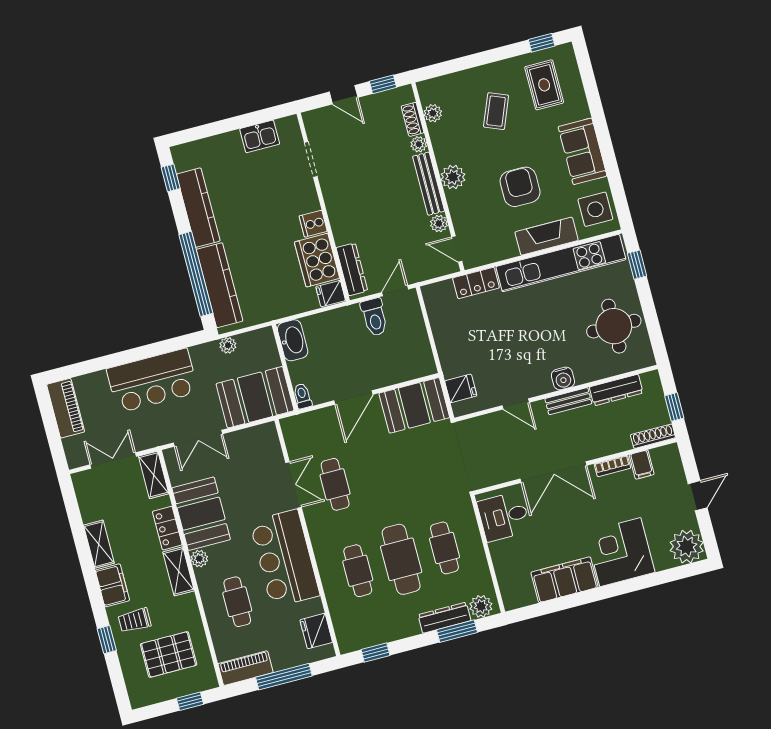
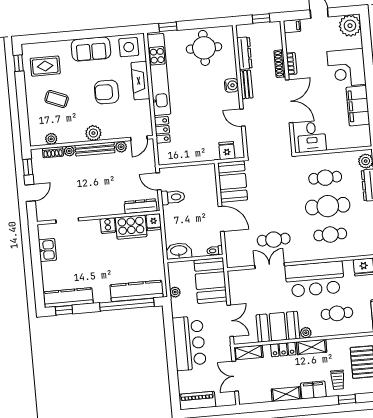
kitchen counter: (198, 208) -> (68, 298), moved
door: (516, 404) -> (242, 118), swing flipped
shoe rack: (653, 436) -> (280, 64), moved
filing cabinet: (642, 465) -> (292, 26), moved

